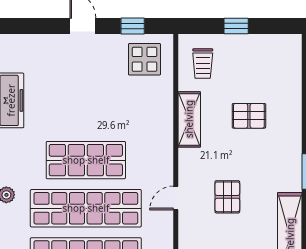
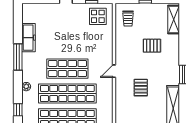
shelving: (189, 119) -> (174, 20), moved
door: (176, 198) -> (114, 71), moved

